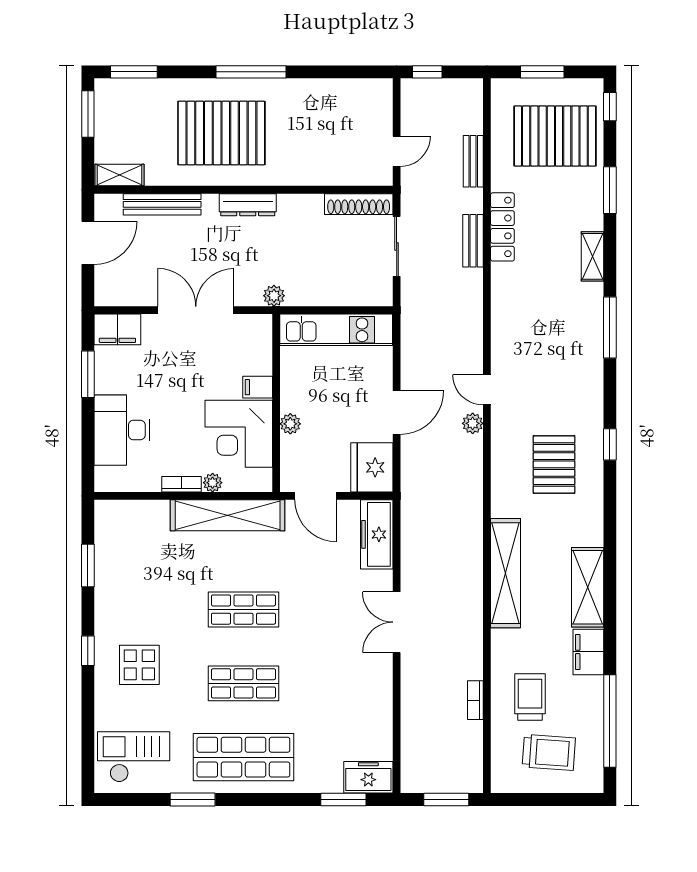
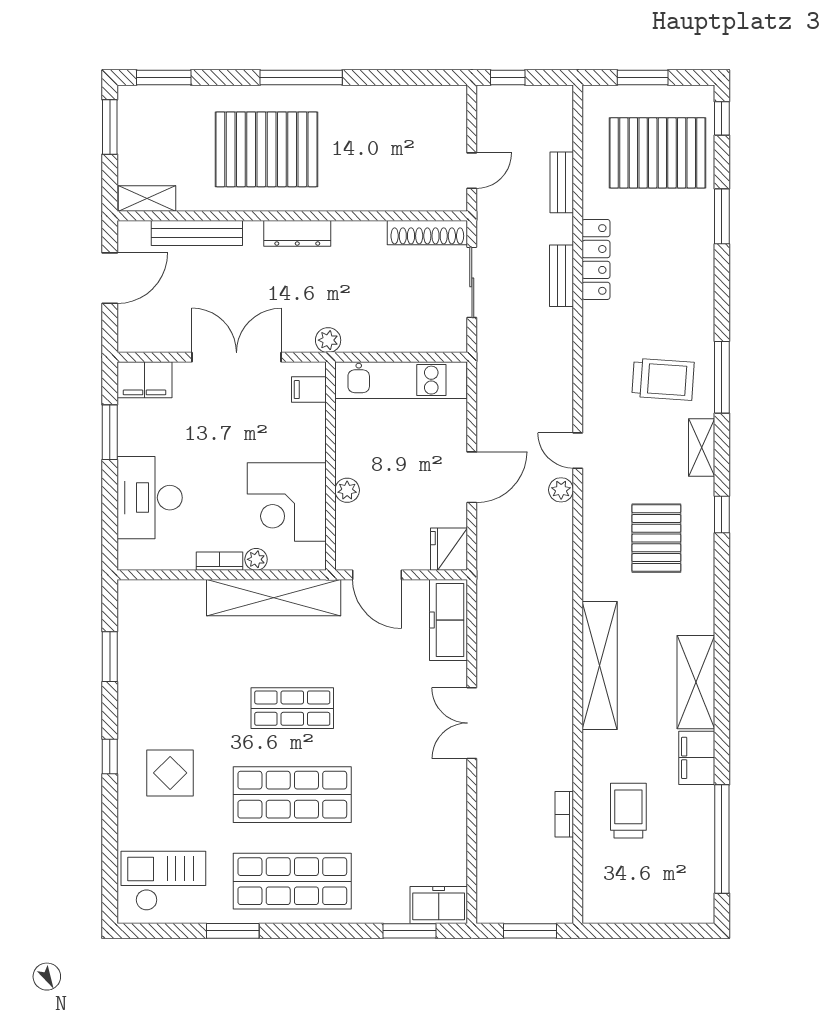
shelving: (592, 256) -> (702, 447), moved
filing cabinet: (258, 387) -> (309, 390), moved
fridge: (372, 467) -> (449, 549), width x0.73, depth x0.75
shop shelf: (243, 683) -> (292, 795), width x1.43, depth x1.36
trolley: (549, 752) -> (663, 379), moved

